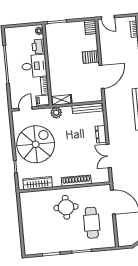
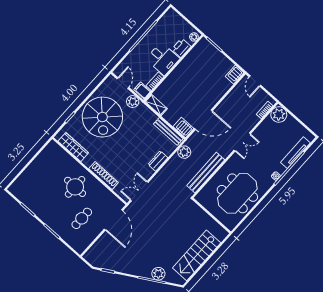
server rack: (91, 57) -> (183, 128), moved
door: (25, 109) -> (123, 83), hinge flipped
plant: (112, 111) -> (184, 152), added
plant: (56, 113) -> (133, 102), moved
spiral stairs: (36, 144) -> (102, 117), turned 90
double door: (109, 156) -> (139, 191), moved
cafe table: (92, 223) -> (82, 218), width x0.73, depth x0.74

